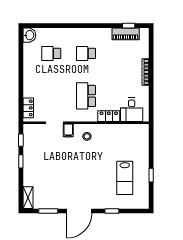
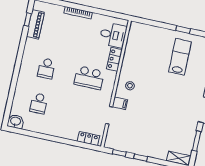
lab bench: (125, 178) -> (180, 57), turned -90

